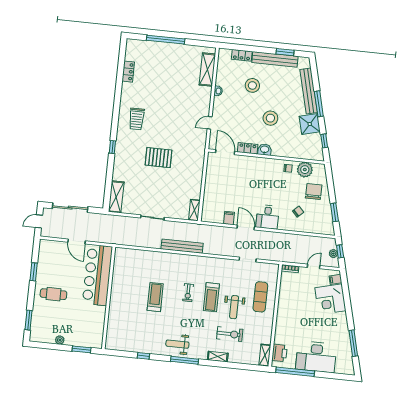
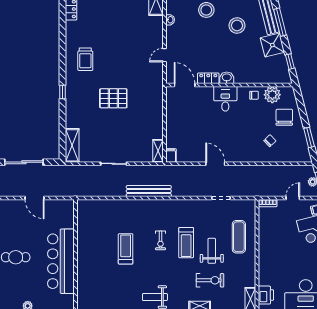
stool: (270, 118) -> (237, 25), moved
desk: (267, 217) -> (225, 99), moved, turned 180
filing cabinet: (229, 218) -> (171, 155), moved
bar counter: (97, 275) -> (61, 261), moved
weight bench: (234, 307) -> (212, 251), turned 180

